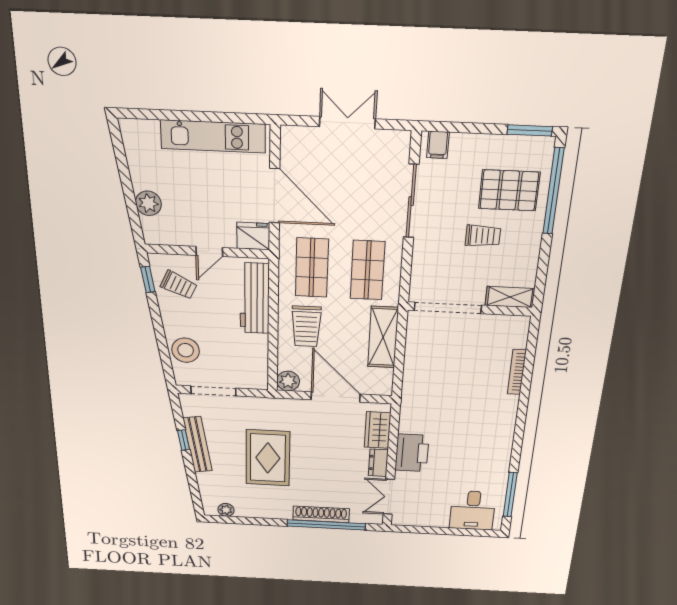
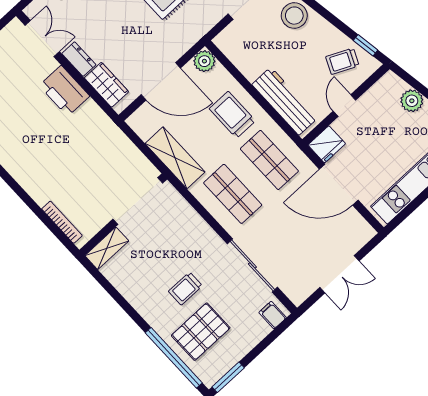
shelving: (510, 297) -> (107, 248), moved
doorway: (448, 308) -> (138, 201), moved
wall: (470, 309) -> (123, 215), moved

